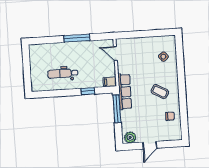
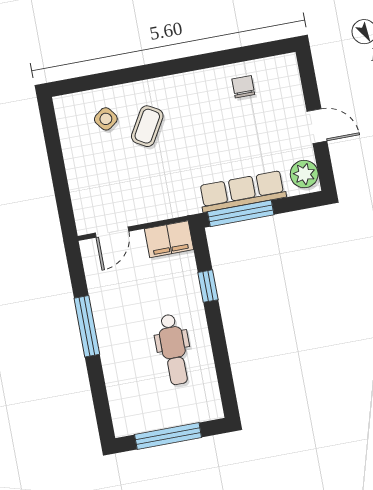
window: (27, 67) -> (168, 436), added
filing cabinet: (110, 82) -> (169, 239), width x2.00
row of seats: (125, 92) -> (242, 191), moved
coffee table: (160, 92) -> (147, 126), moved

